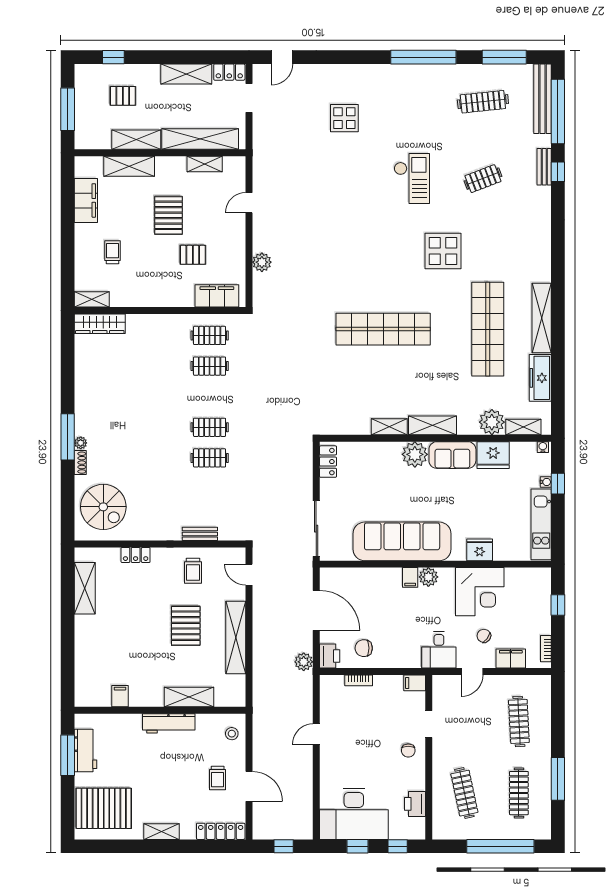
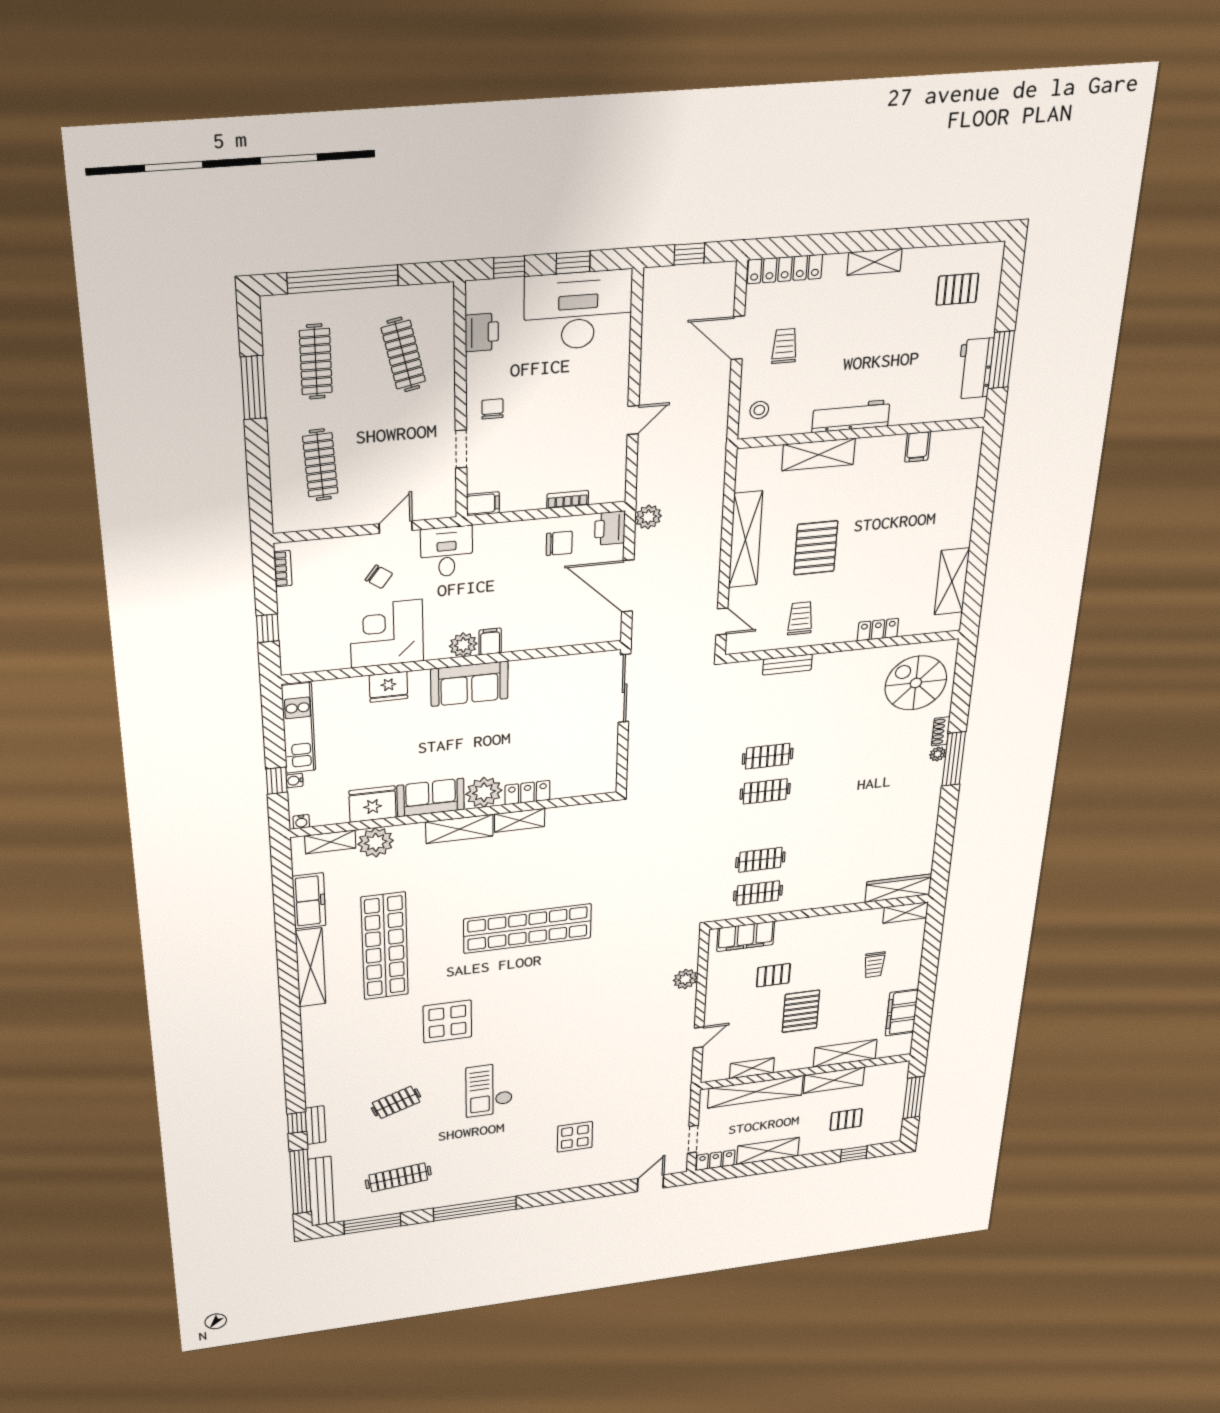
locker: (328, 462) -> (527, 792), moved, turned 90
sofa: (402, 541) -> (469, 684), width x0.54, depth x0.79
filing cabinet: (511, 659) -> (337, 550), removed
pallet: (104, 808) -> (957, 289), width x0.49, depth x0.50

